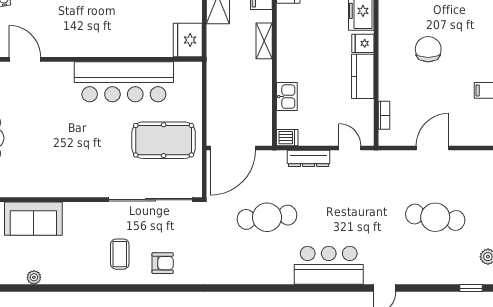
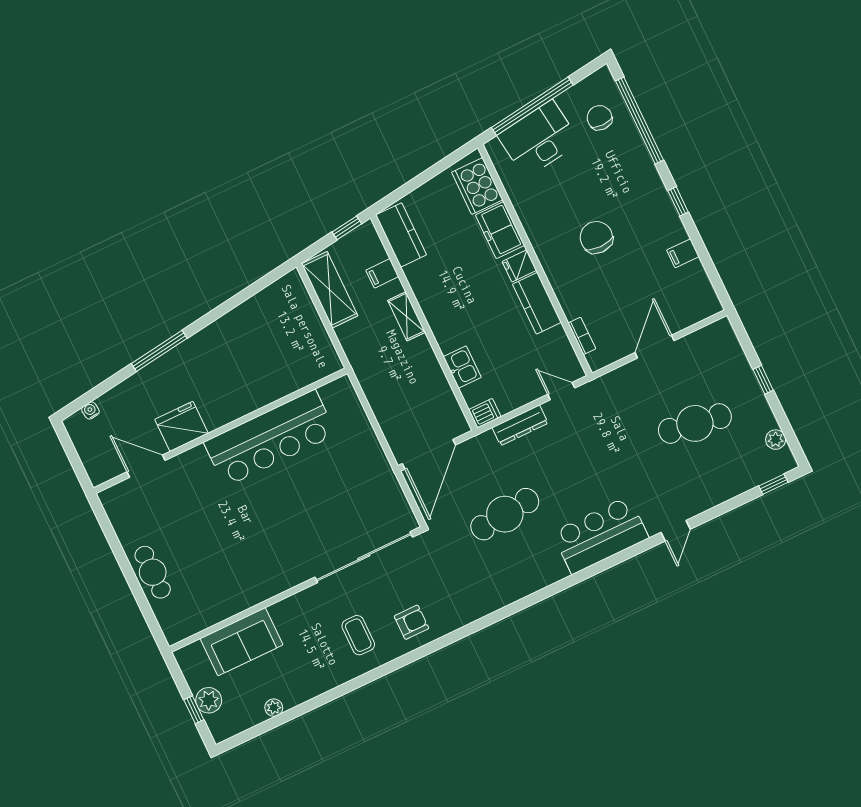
fridge: (188, 40) -> (181, 426), moved, turned 90
pool table: (164, 140) -> (346, 483), removed

